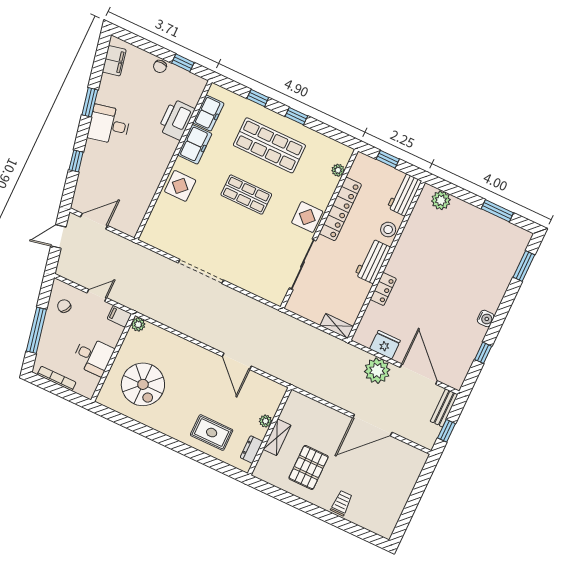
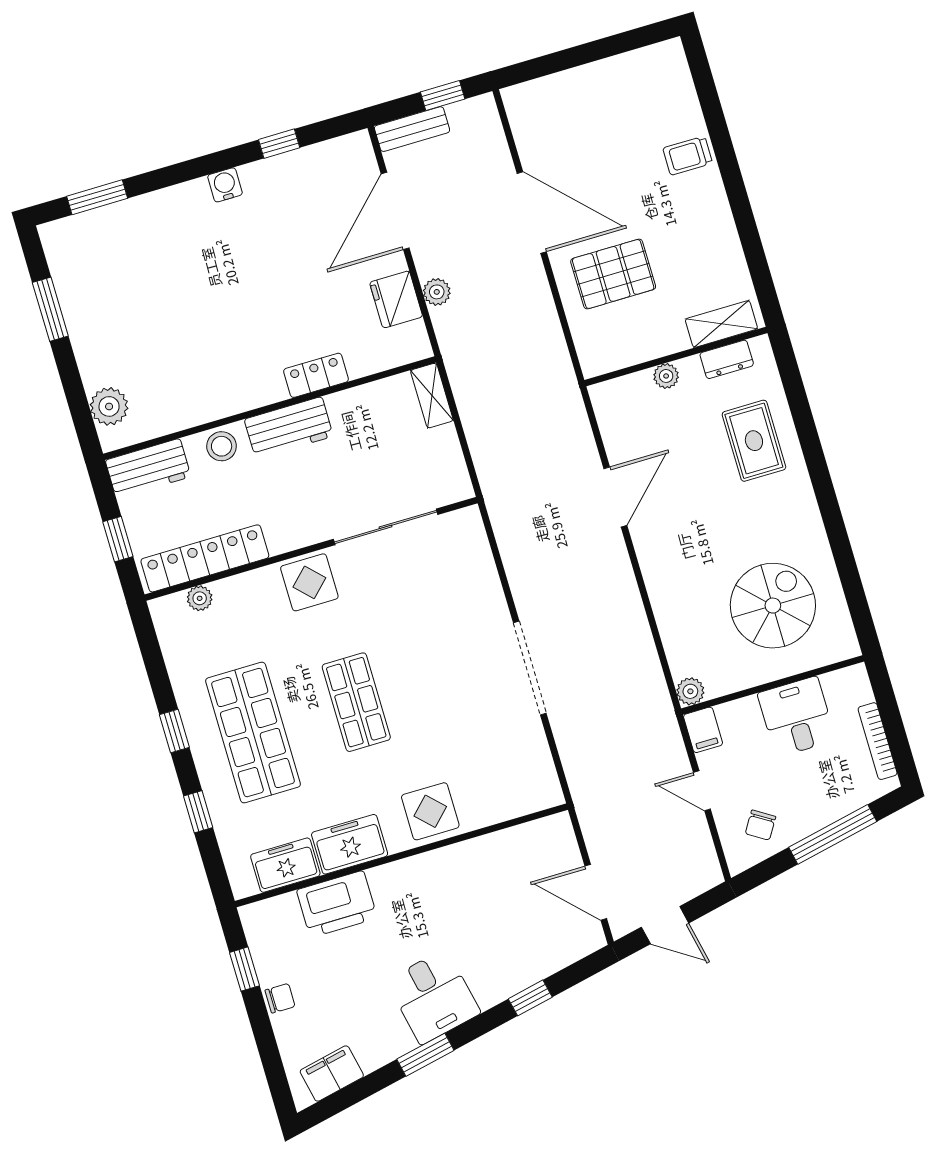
locker: (340, 209) -> (205, 558), moved
plant: (377, 371) -> (437, 292), width x0.53, depth x0.53
shelving: (277, 437) -> (721, 324), moved
pallet: (309, 467) -> (613, 274), moved

